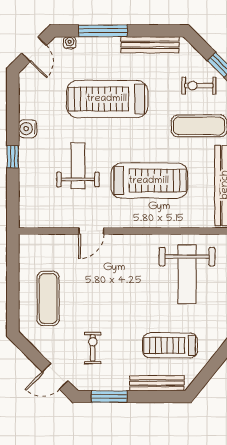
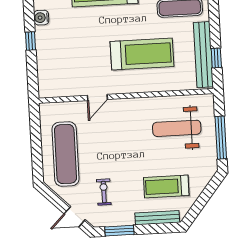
weight bench: (78, 166) -> (84, 45), removed
weight bench: (187, 274) -> (177, 128), turned 90
exercise mat: (48, 298) -> (65, 154), width x1.36, depth x1.45

